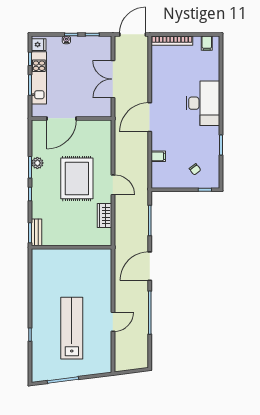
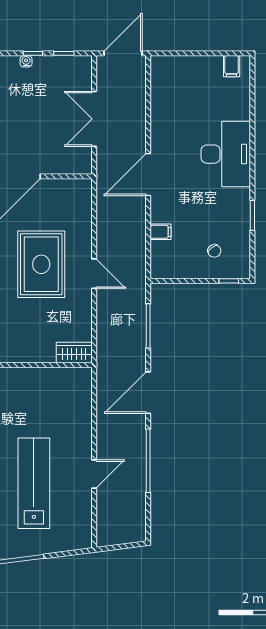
bookcase: (172, 41) -> (181, 62), removed
wardrobe: (104, 215) -> (74, 353), moved, turned 90

